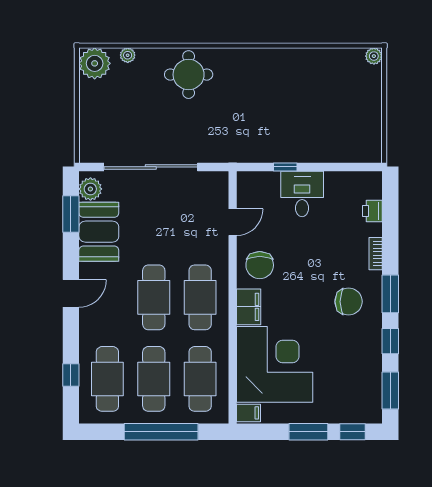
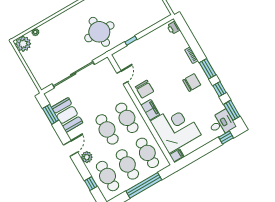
round table: (189, 75) -> (99, 32), moved, width x1.36, depth x1.36
plant: (90, 189) -> (87, 157), moved
desk: (302, 194) -> (222, 123), moved, turned 90
printer: (372, 211) -> (173, 28), moved
window: (308, 432) -> (207, 148), removed

